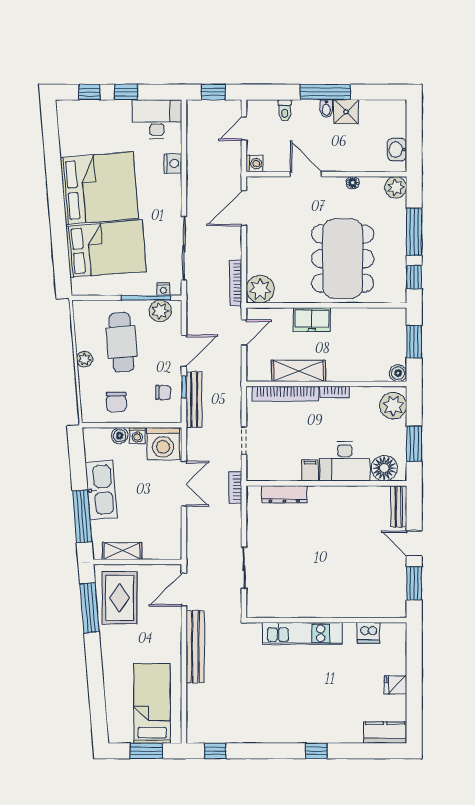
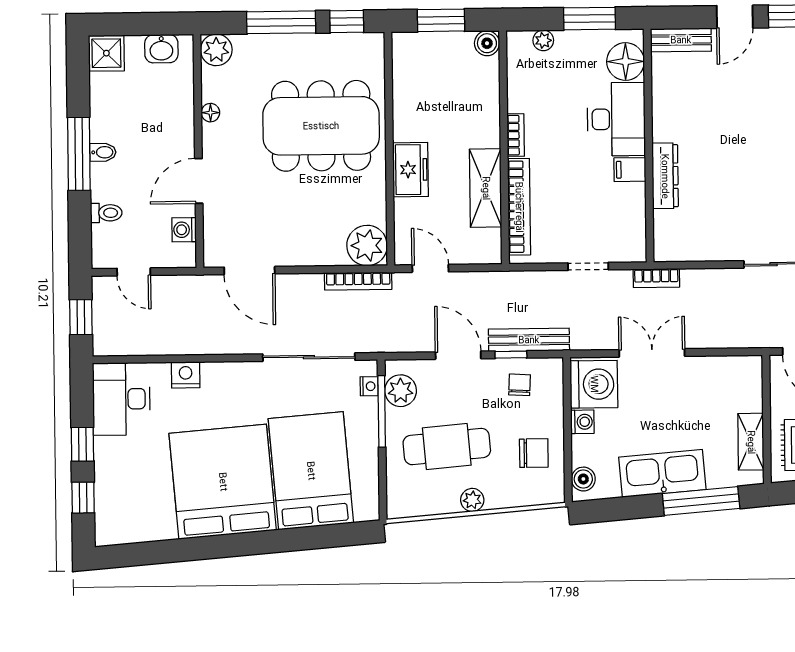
shower: (346, 112) -> (106, 53), moved
washing machine: (254, 164) -> (184, 230), moved, turned -90
plant: (393, 406) -> (543, 40), width x0.53, depth x0.53
boiler: (120, 436) -> (583, 479), moved
dresser: (284, 494) -> (665, 176), moved

